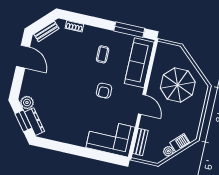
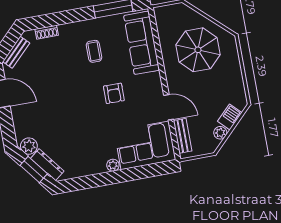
door: (142, 104) -> (169, 107), moved
plant: (81, 142) -> (113, 165), added

